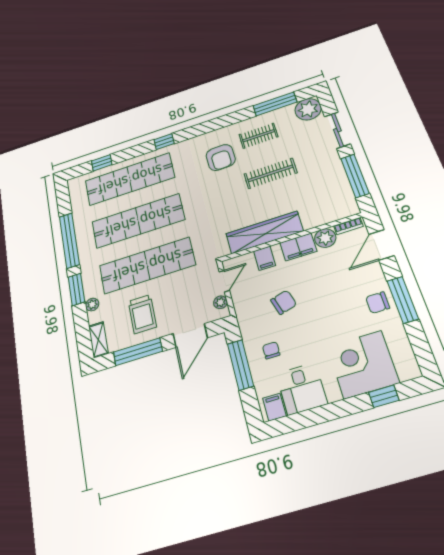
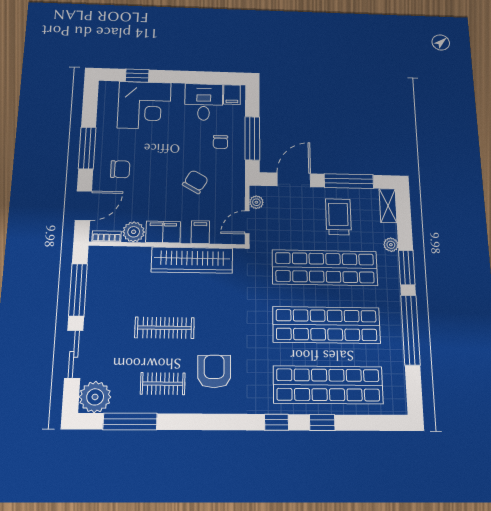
window: (102, 163) -> (322, 423), moved
chair: (284, 302) -> (195, 182), turned 136
chair: (378, 303) -> (120, 169), moved

